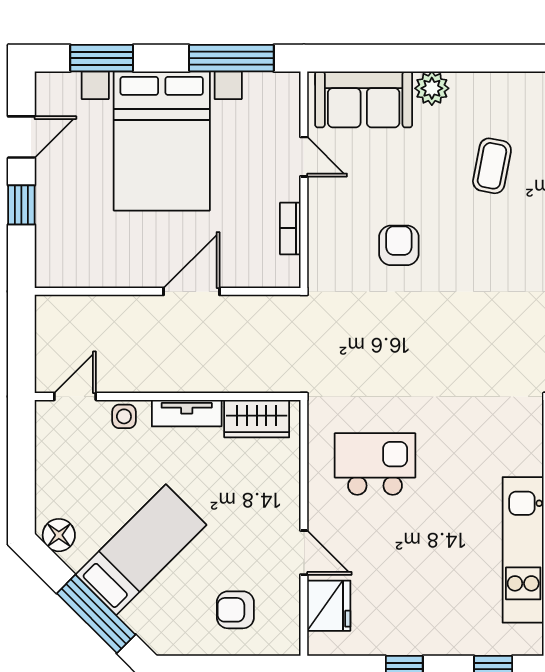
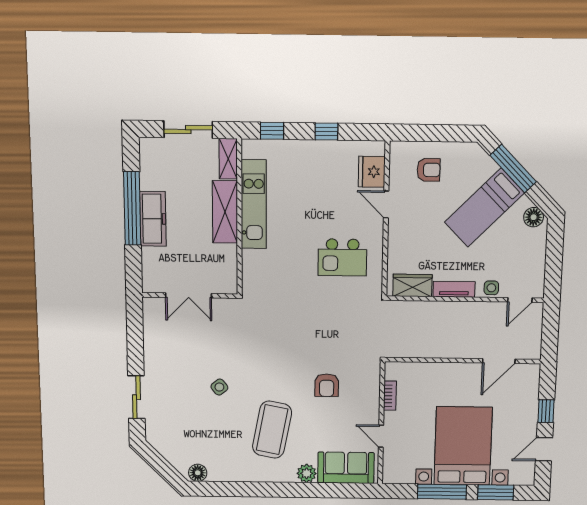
window: (231, 58) -> (442, 492), moved
coffee table: (492, 166) -> (272, 430), width x1.86, depth x1.72
door: (192, 291) -> (499, 361), moved

